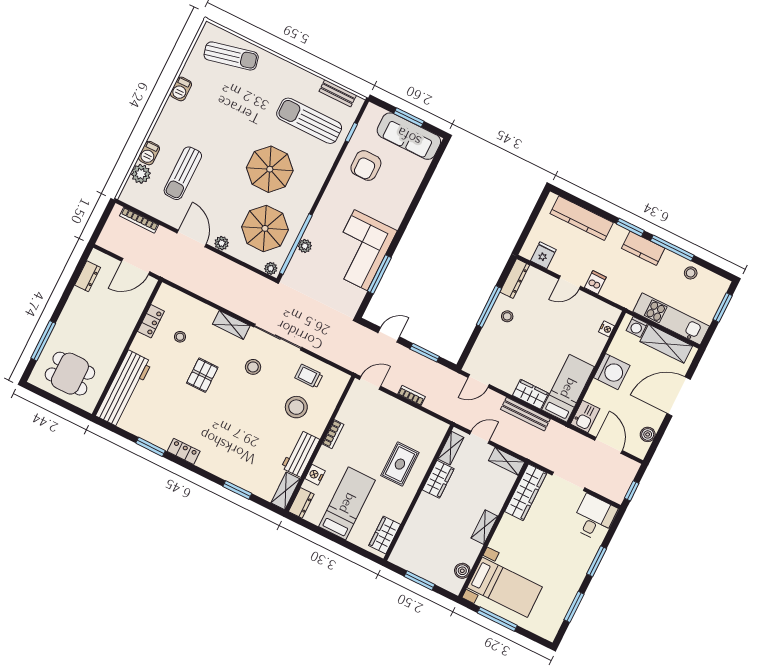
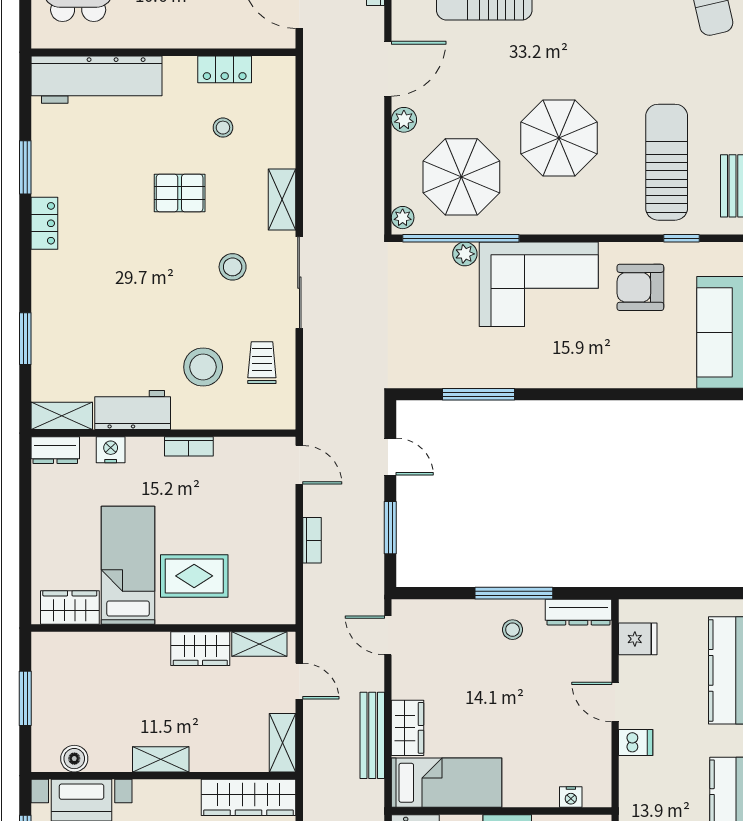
corner sofa: (361, 250) -> (539, 284), moved, turned 180
bed: (347, 503) -> (128, 565), moved, turned -90

